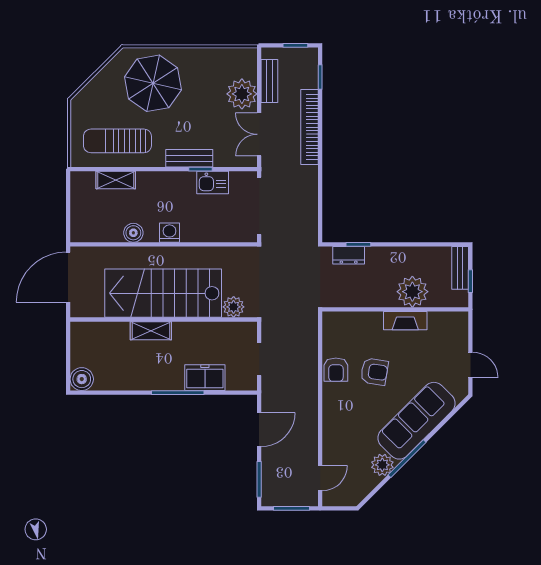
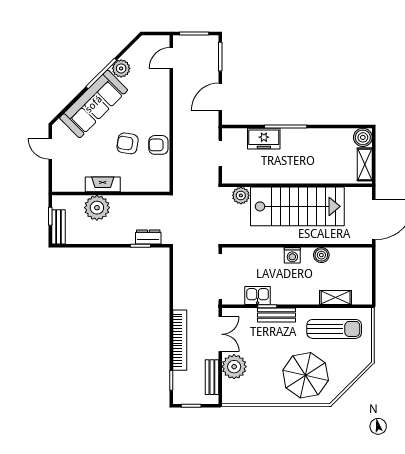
shelving: (151, 331) -> (365, 164), moved, turned 90
armchair: (336, 370) -> (158, 145), turned -90

